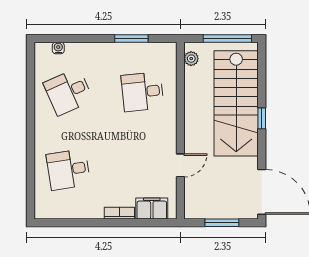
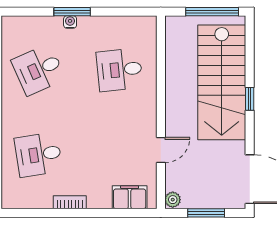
window: (131, 38) -> (72, 12), moved
water cooler: (58, 48) -> (70, 22), moved
plant: (191, 59) -> (173, 200), moved
bookcase: (119, 213) -> (70, 202), moved

